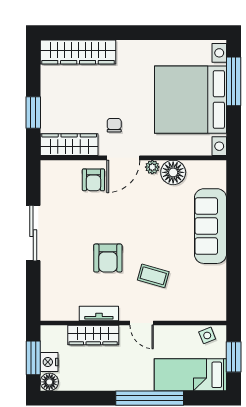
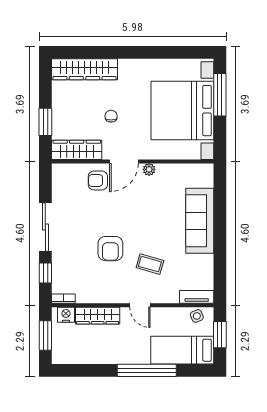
chair: (114, 125) -> (111, 116), moved
floor lamp: (173, 172) -> (167, 174), removed
armchair: (93, 180) -> (98, 180), turned 90
window: (33, 286) -> (45, 273), added
tv unit: (99, 313) -> (197, 297), moved
bookcase: (54, 316) -> (63, 299), added
nightstand: (49, 362) -> (66, 315), moved, turned 90
floor lamp: (49, 382) -> (60, 356), removed

